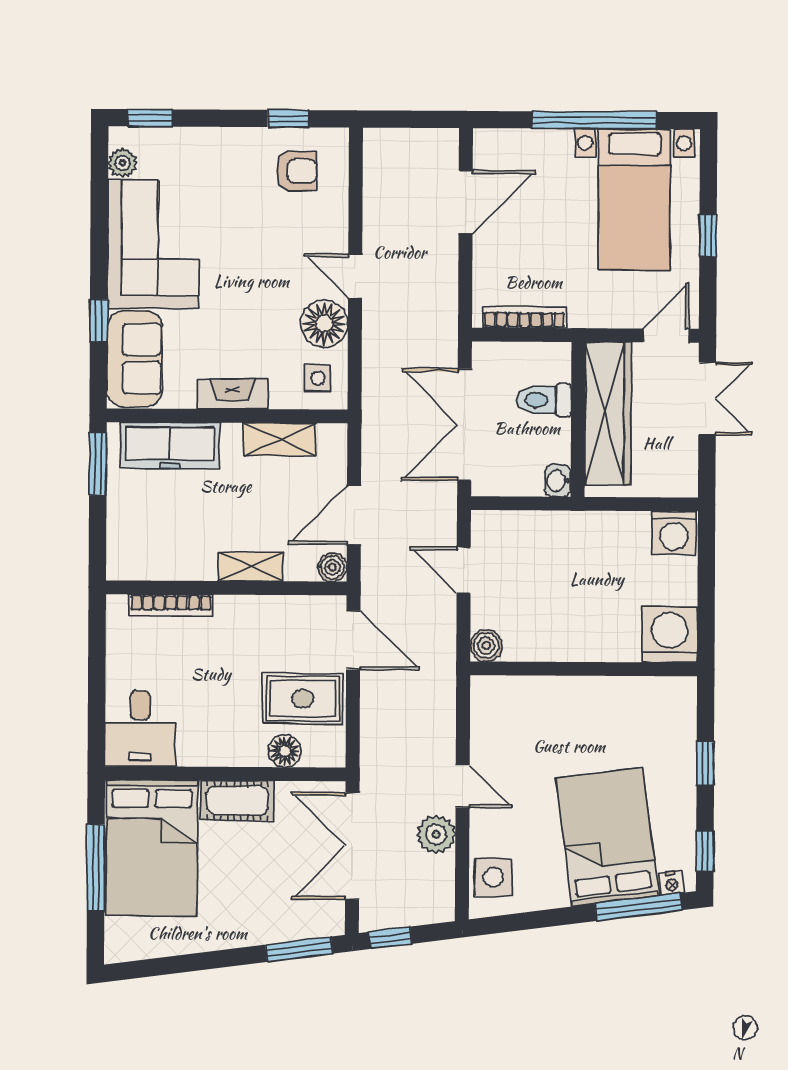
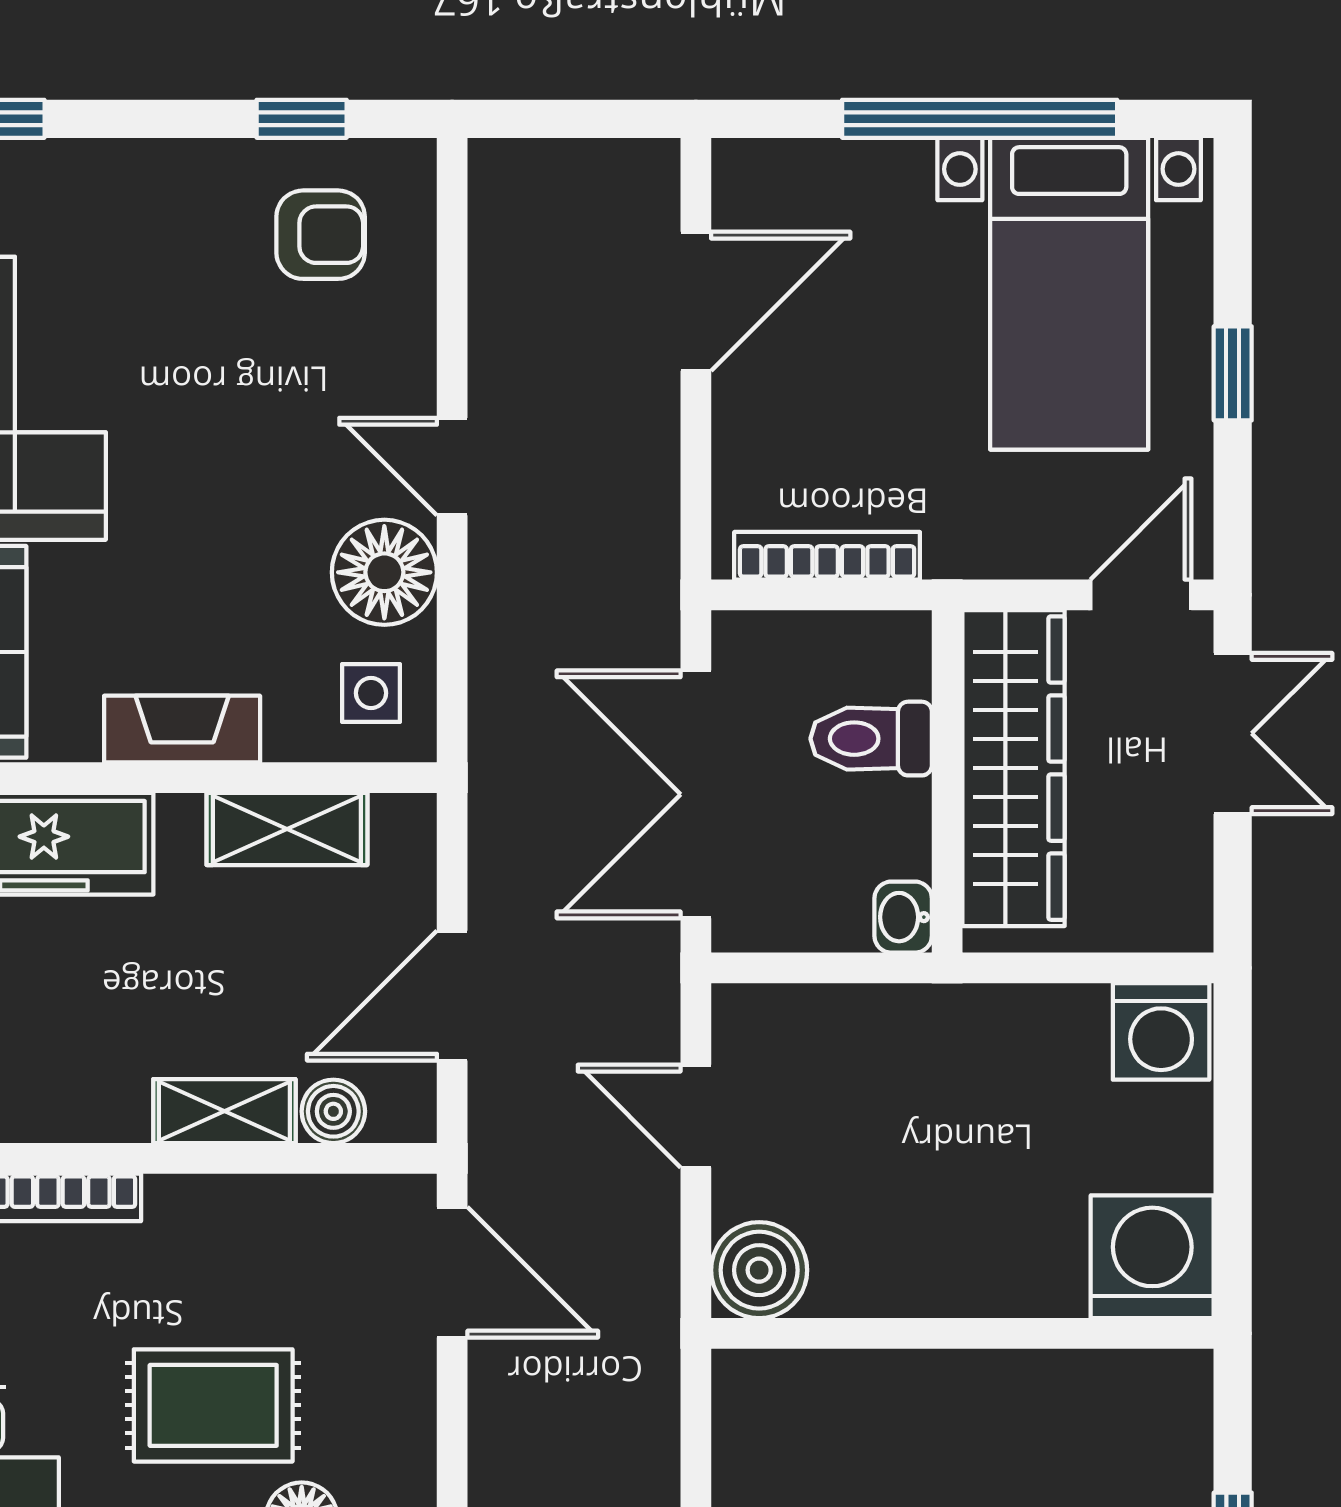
boiler: (332, 567) -> (333, 1111), moved
boiler: (486, 646) -> (759, 1270), width x1.36, depth x1.36
rug: (303, 698) -> (213, 1405), moved

